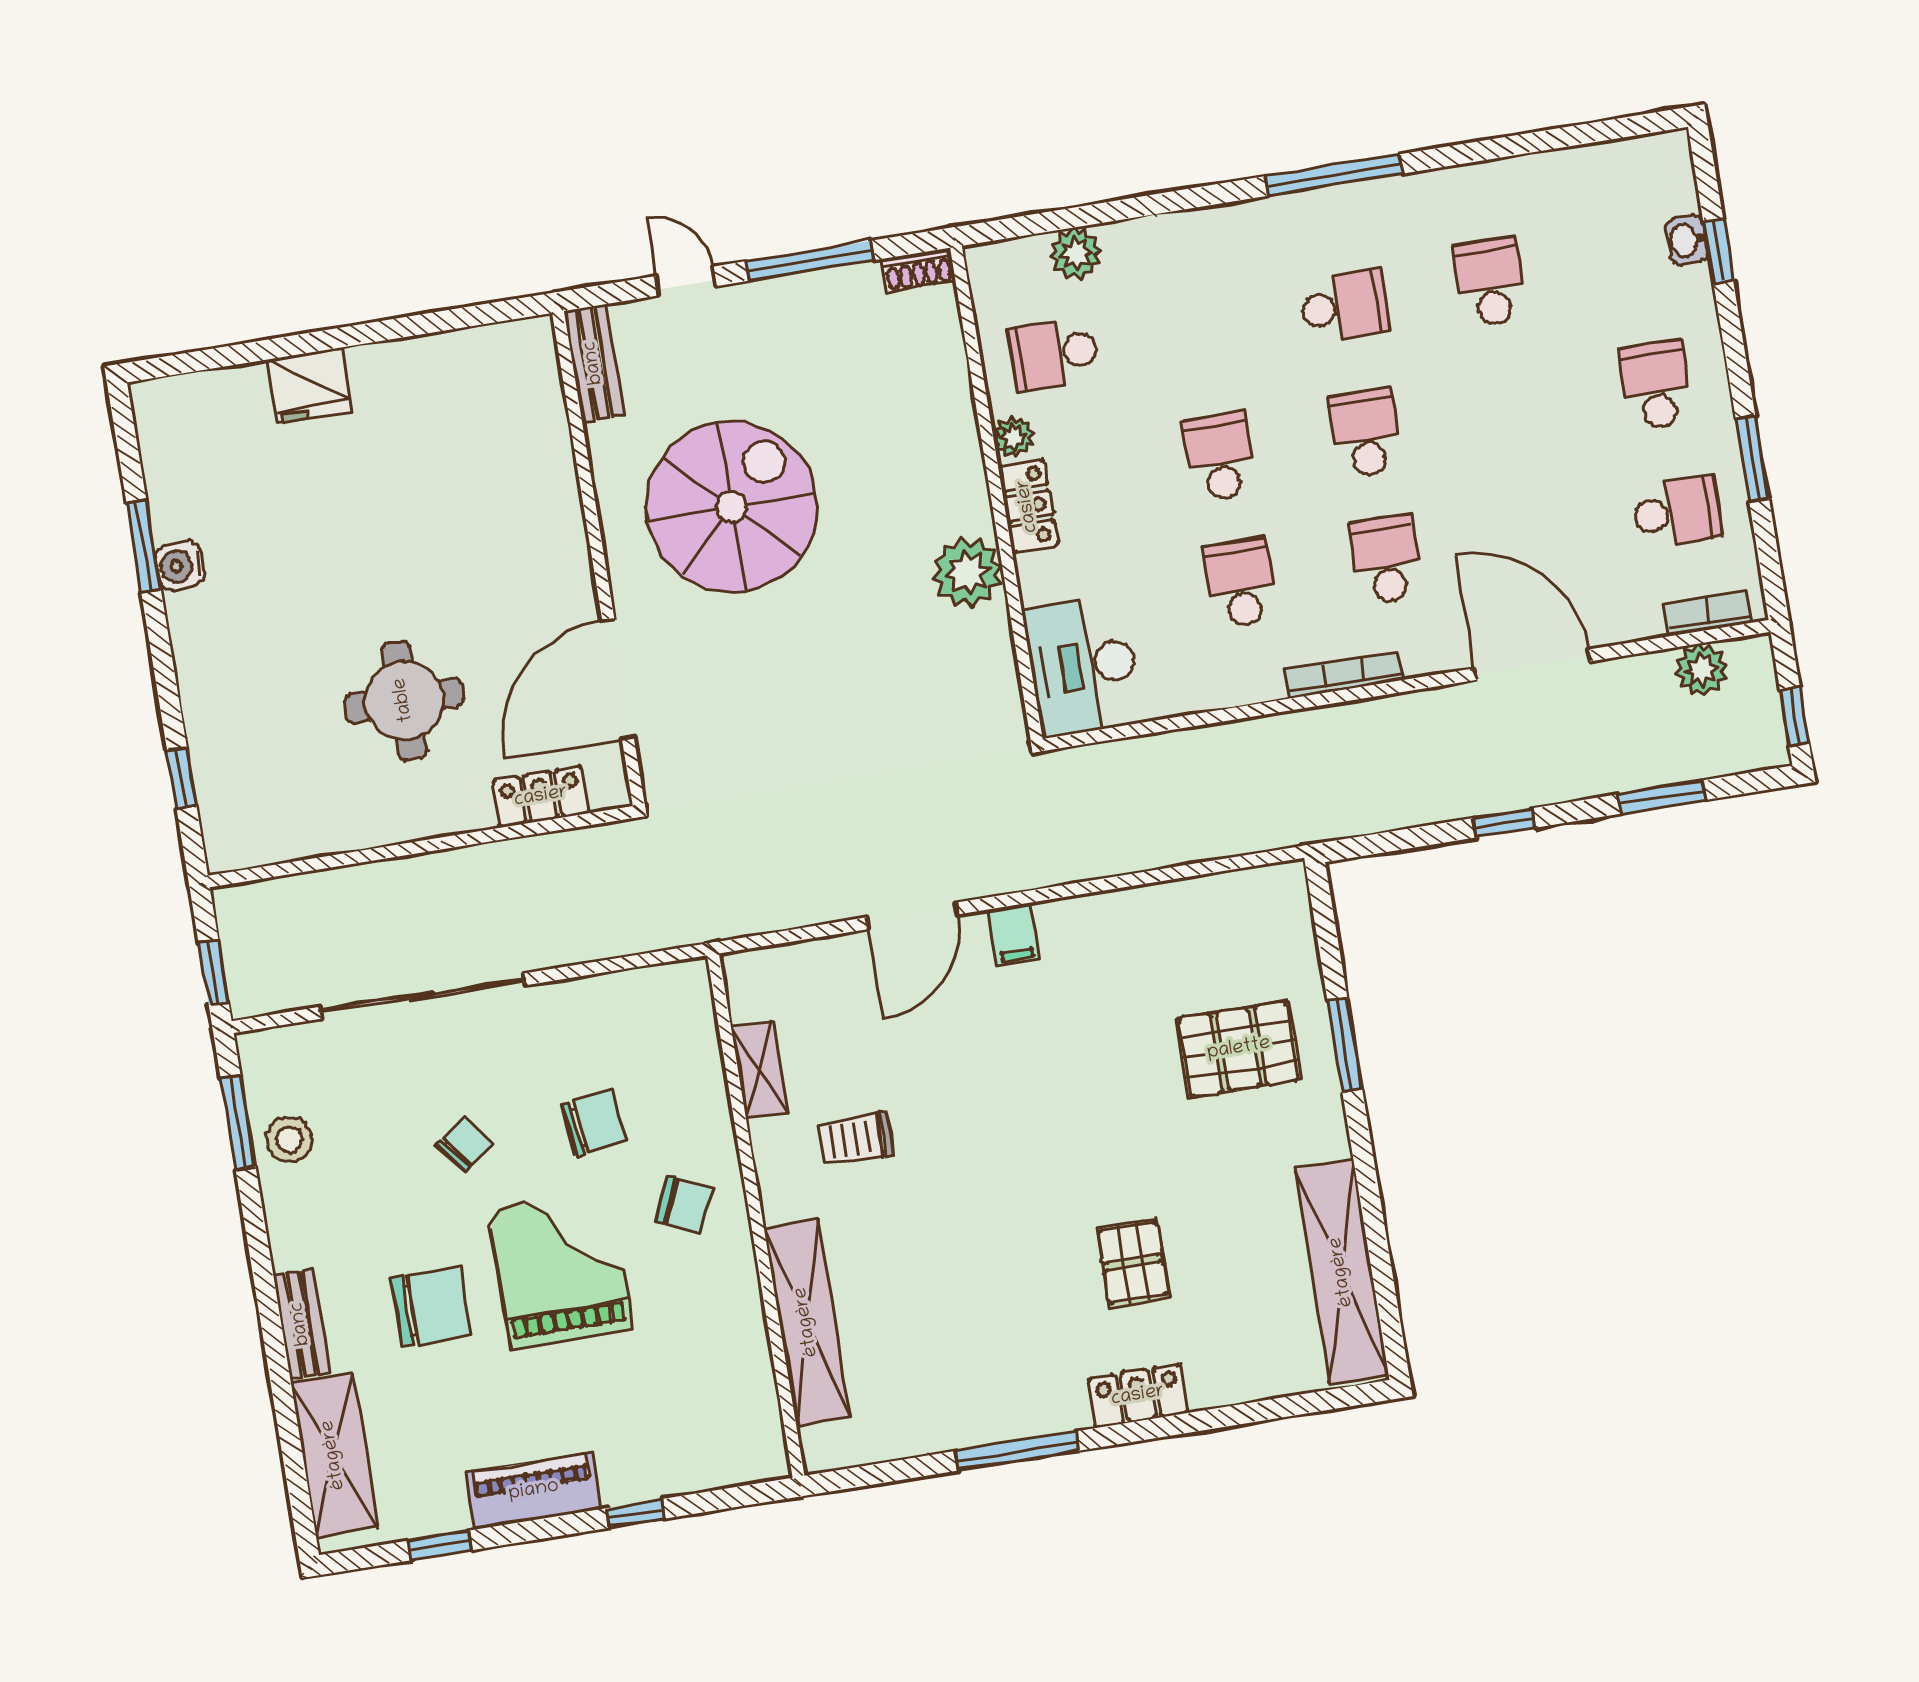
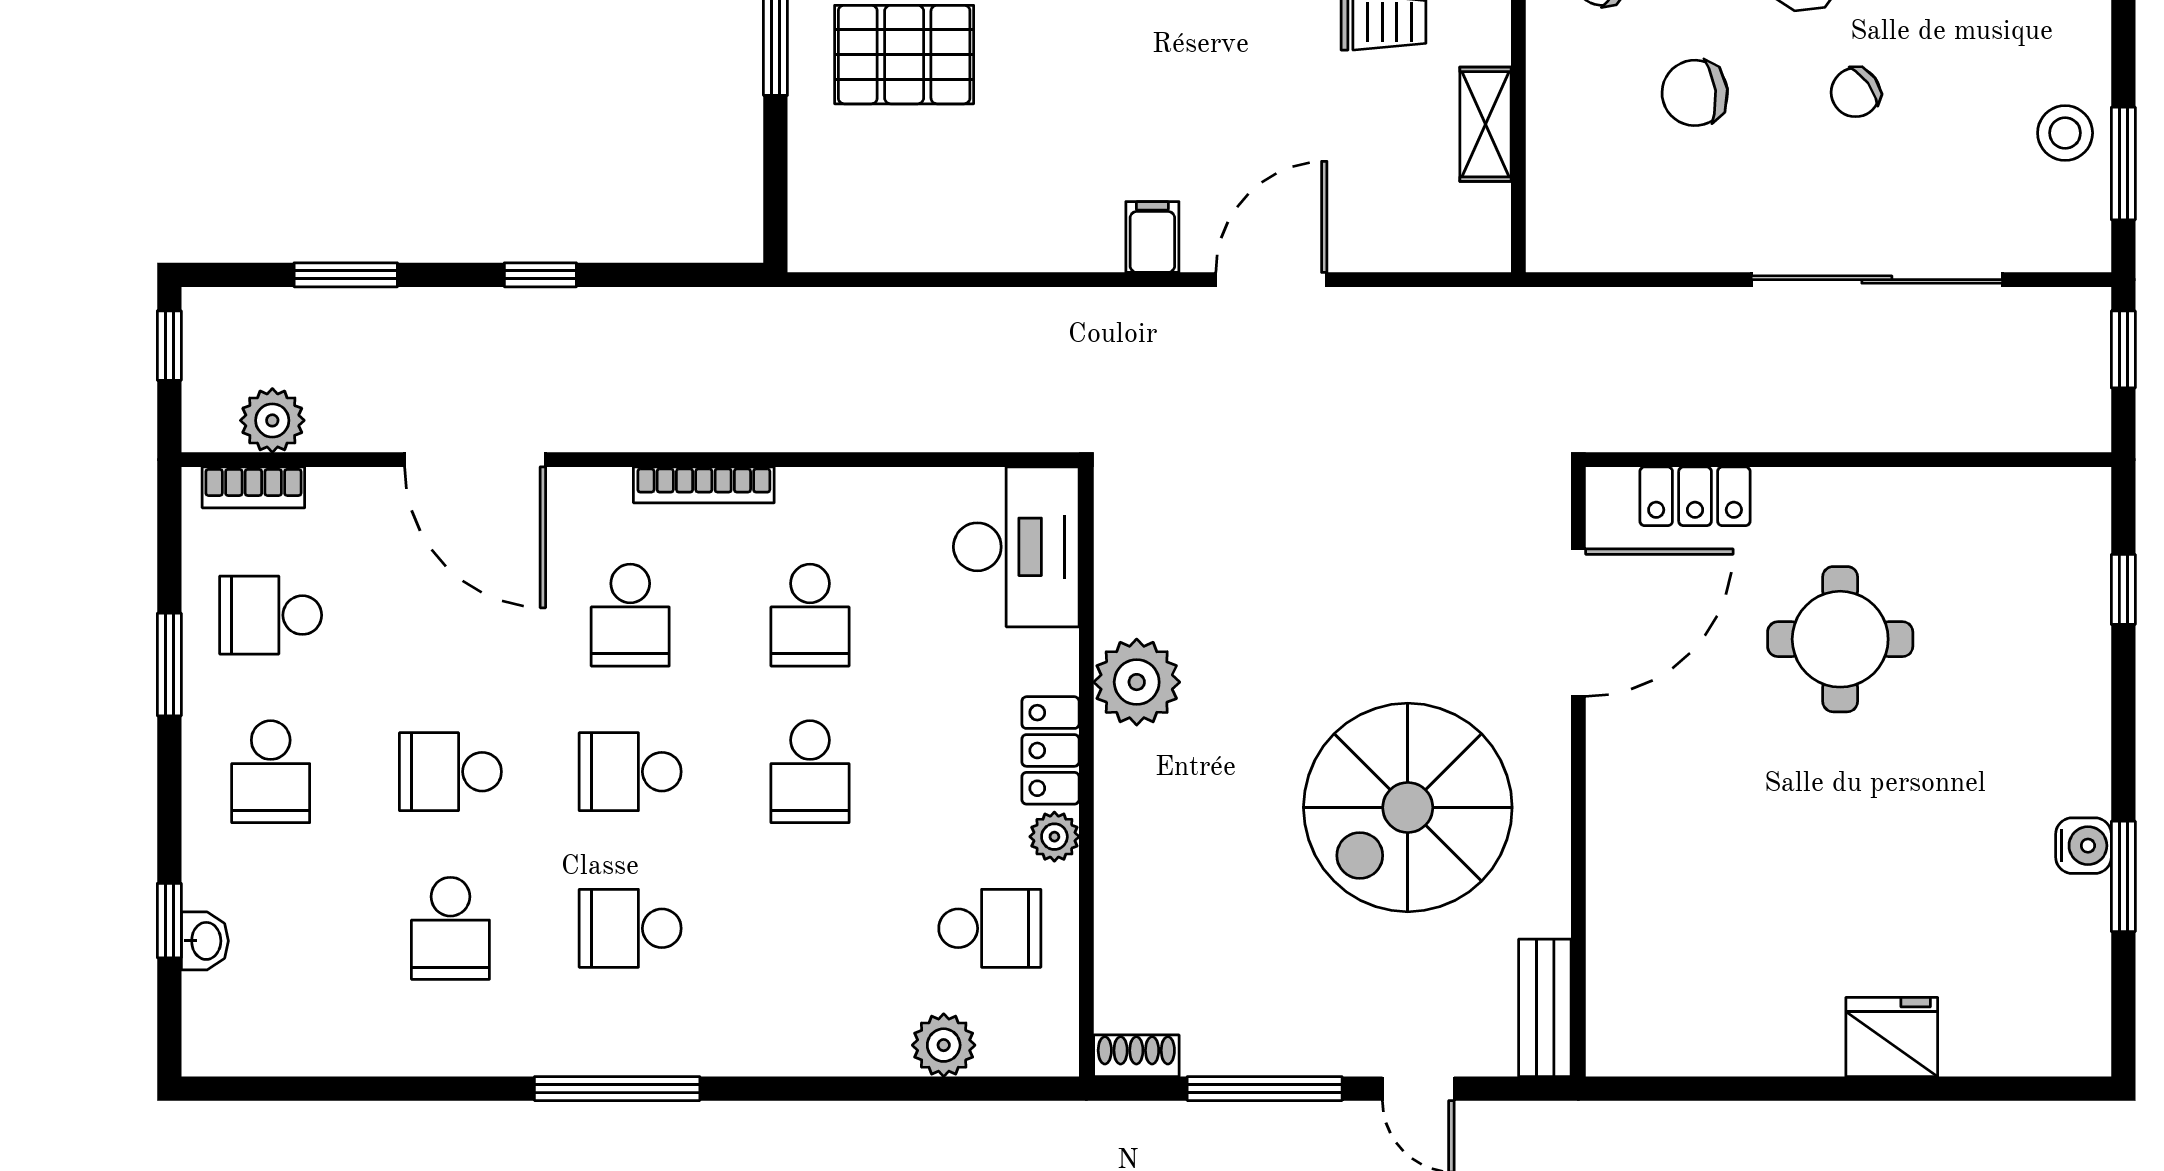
school desk: (1511, 409) -> (450, 772), added
school desk: (1365, 433) -> (630, 772), turned 90

